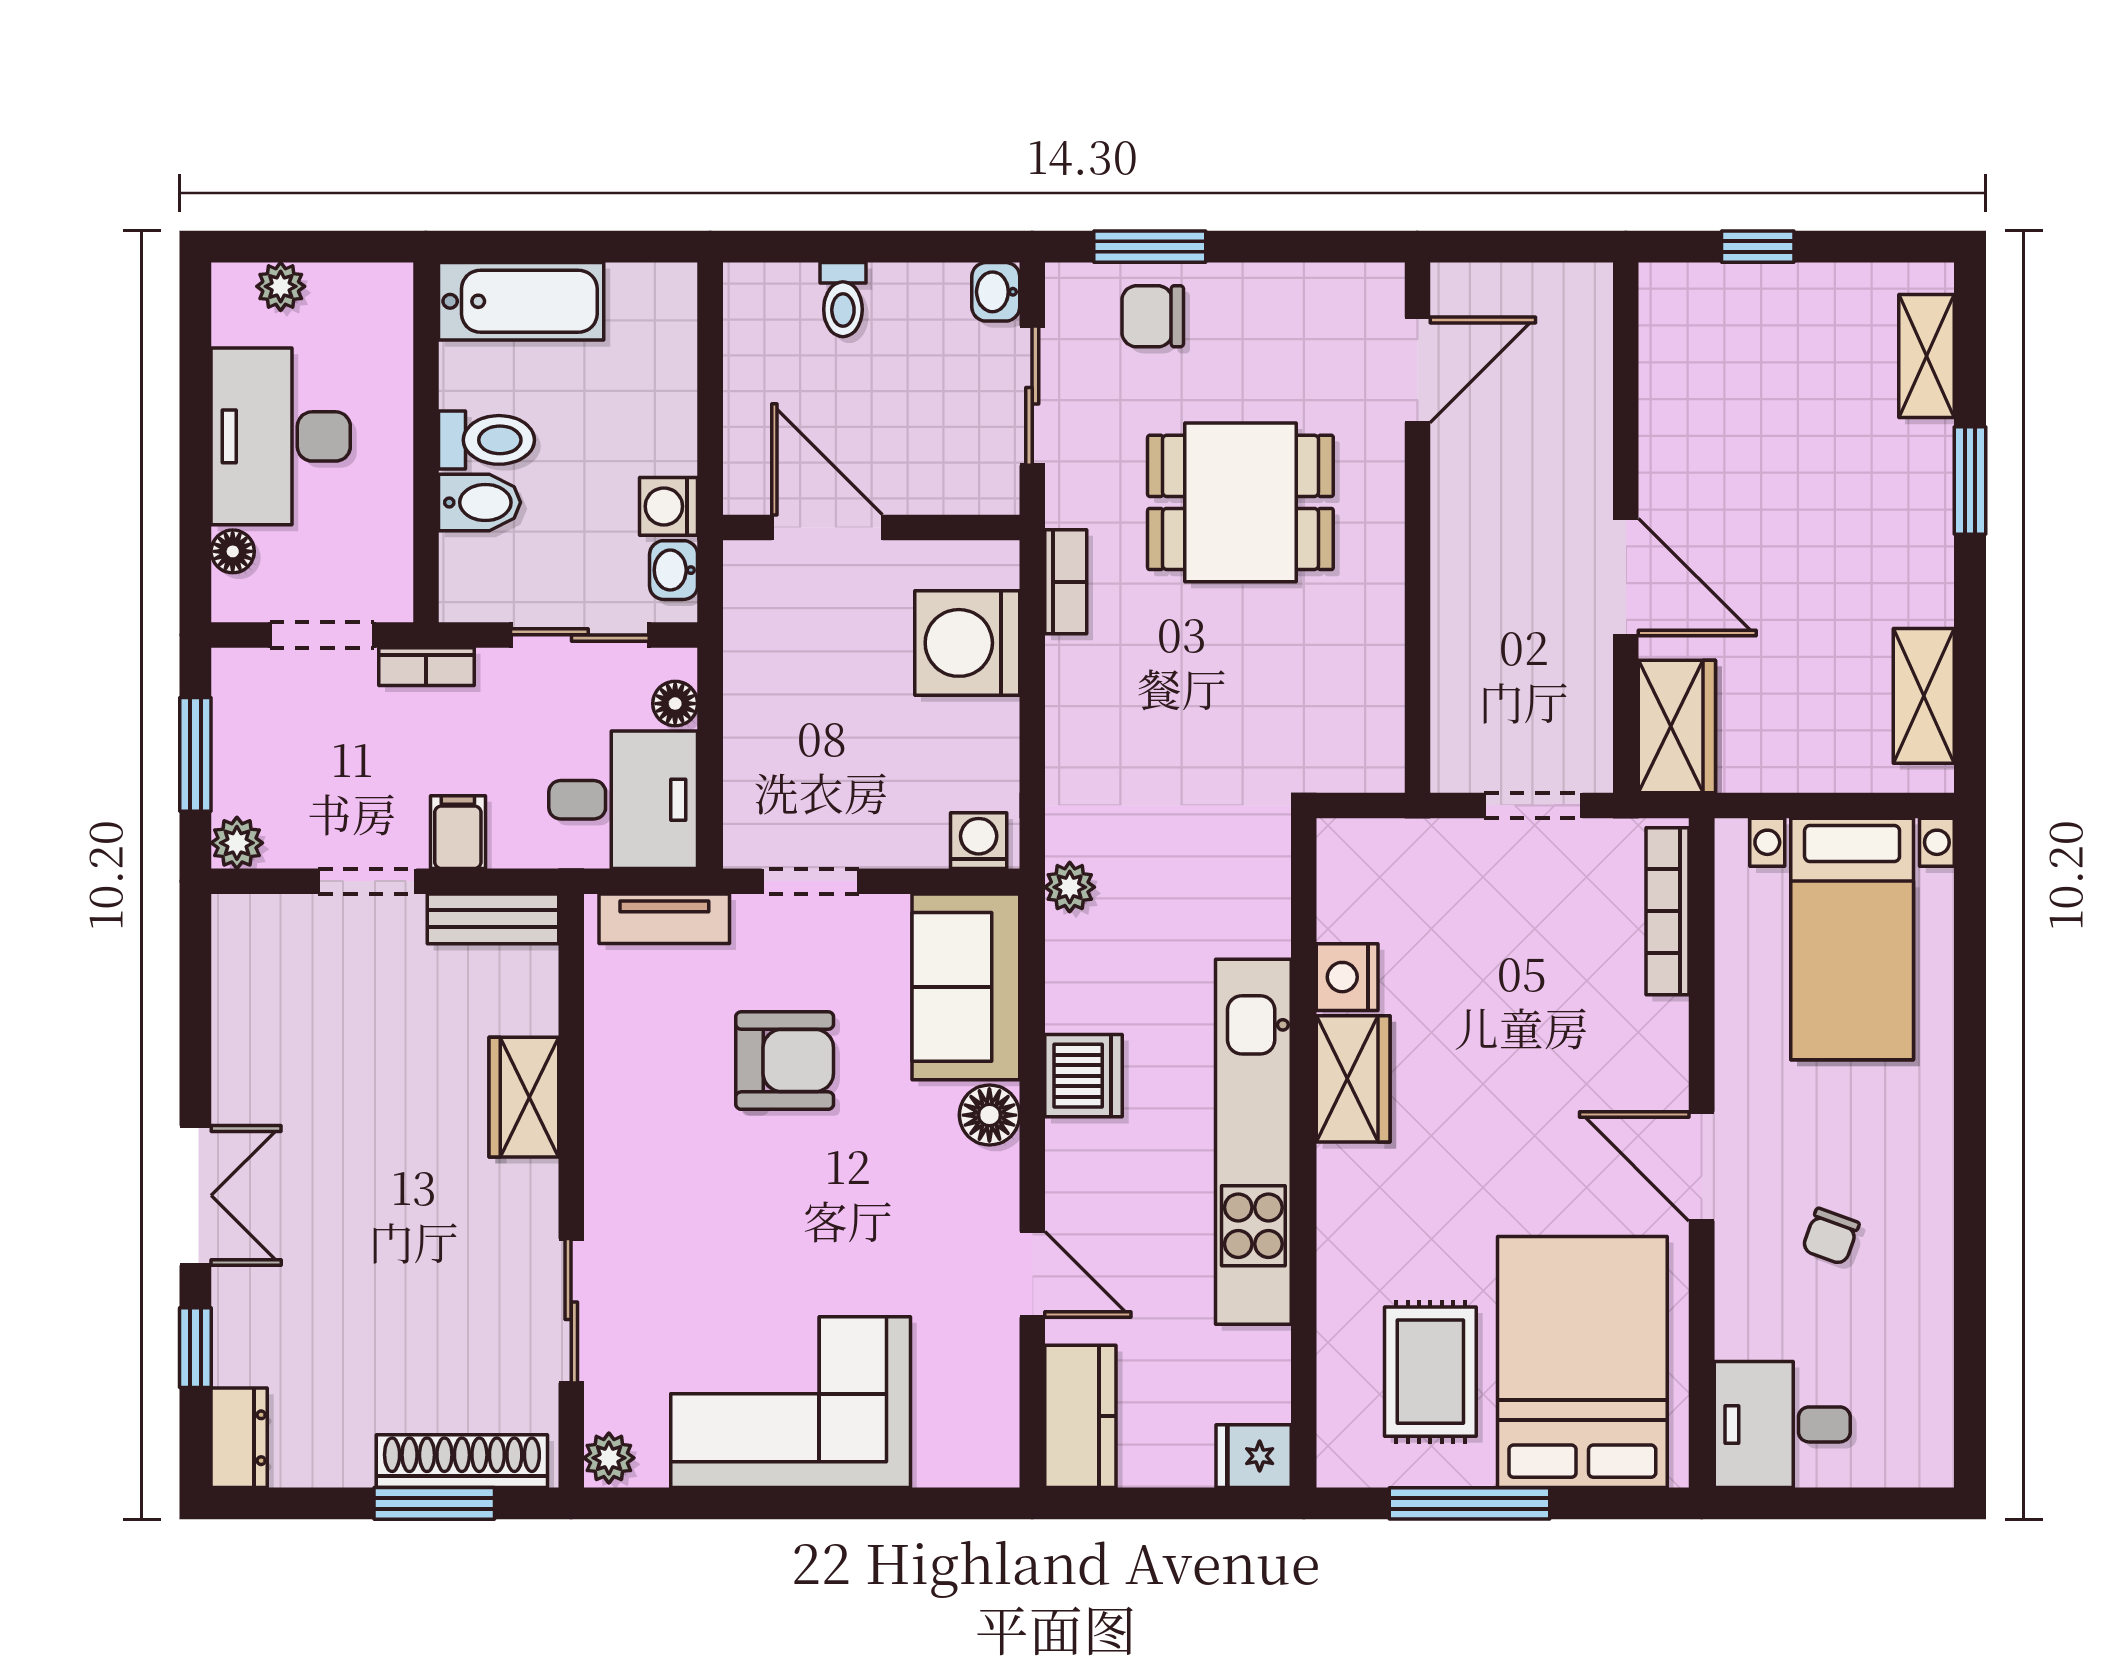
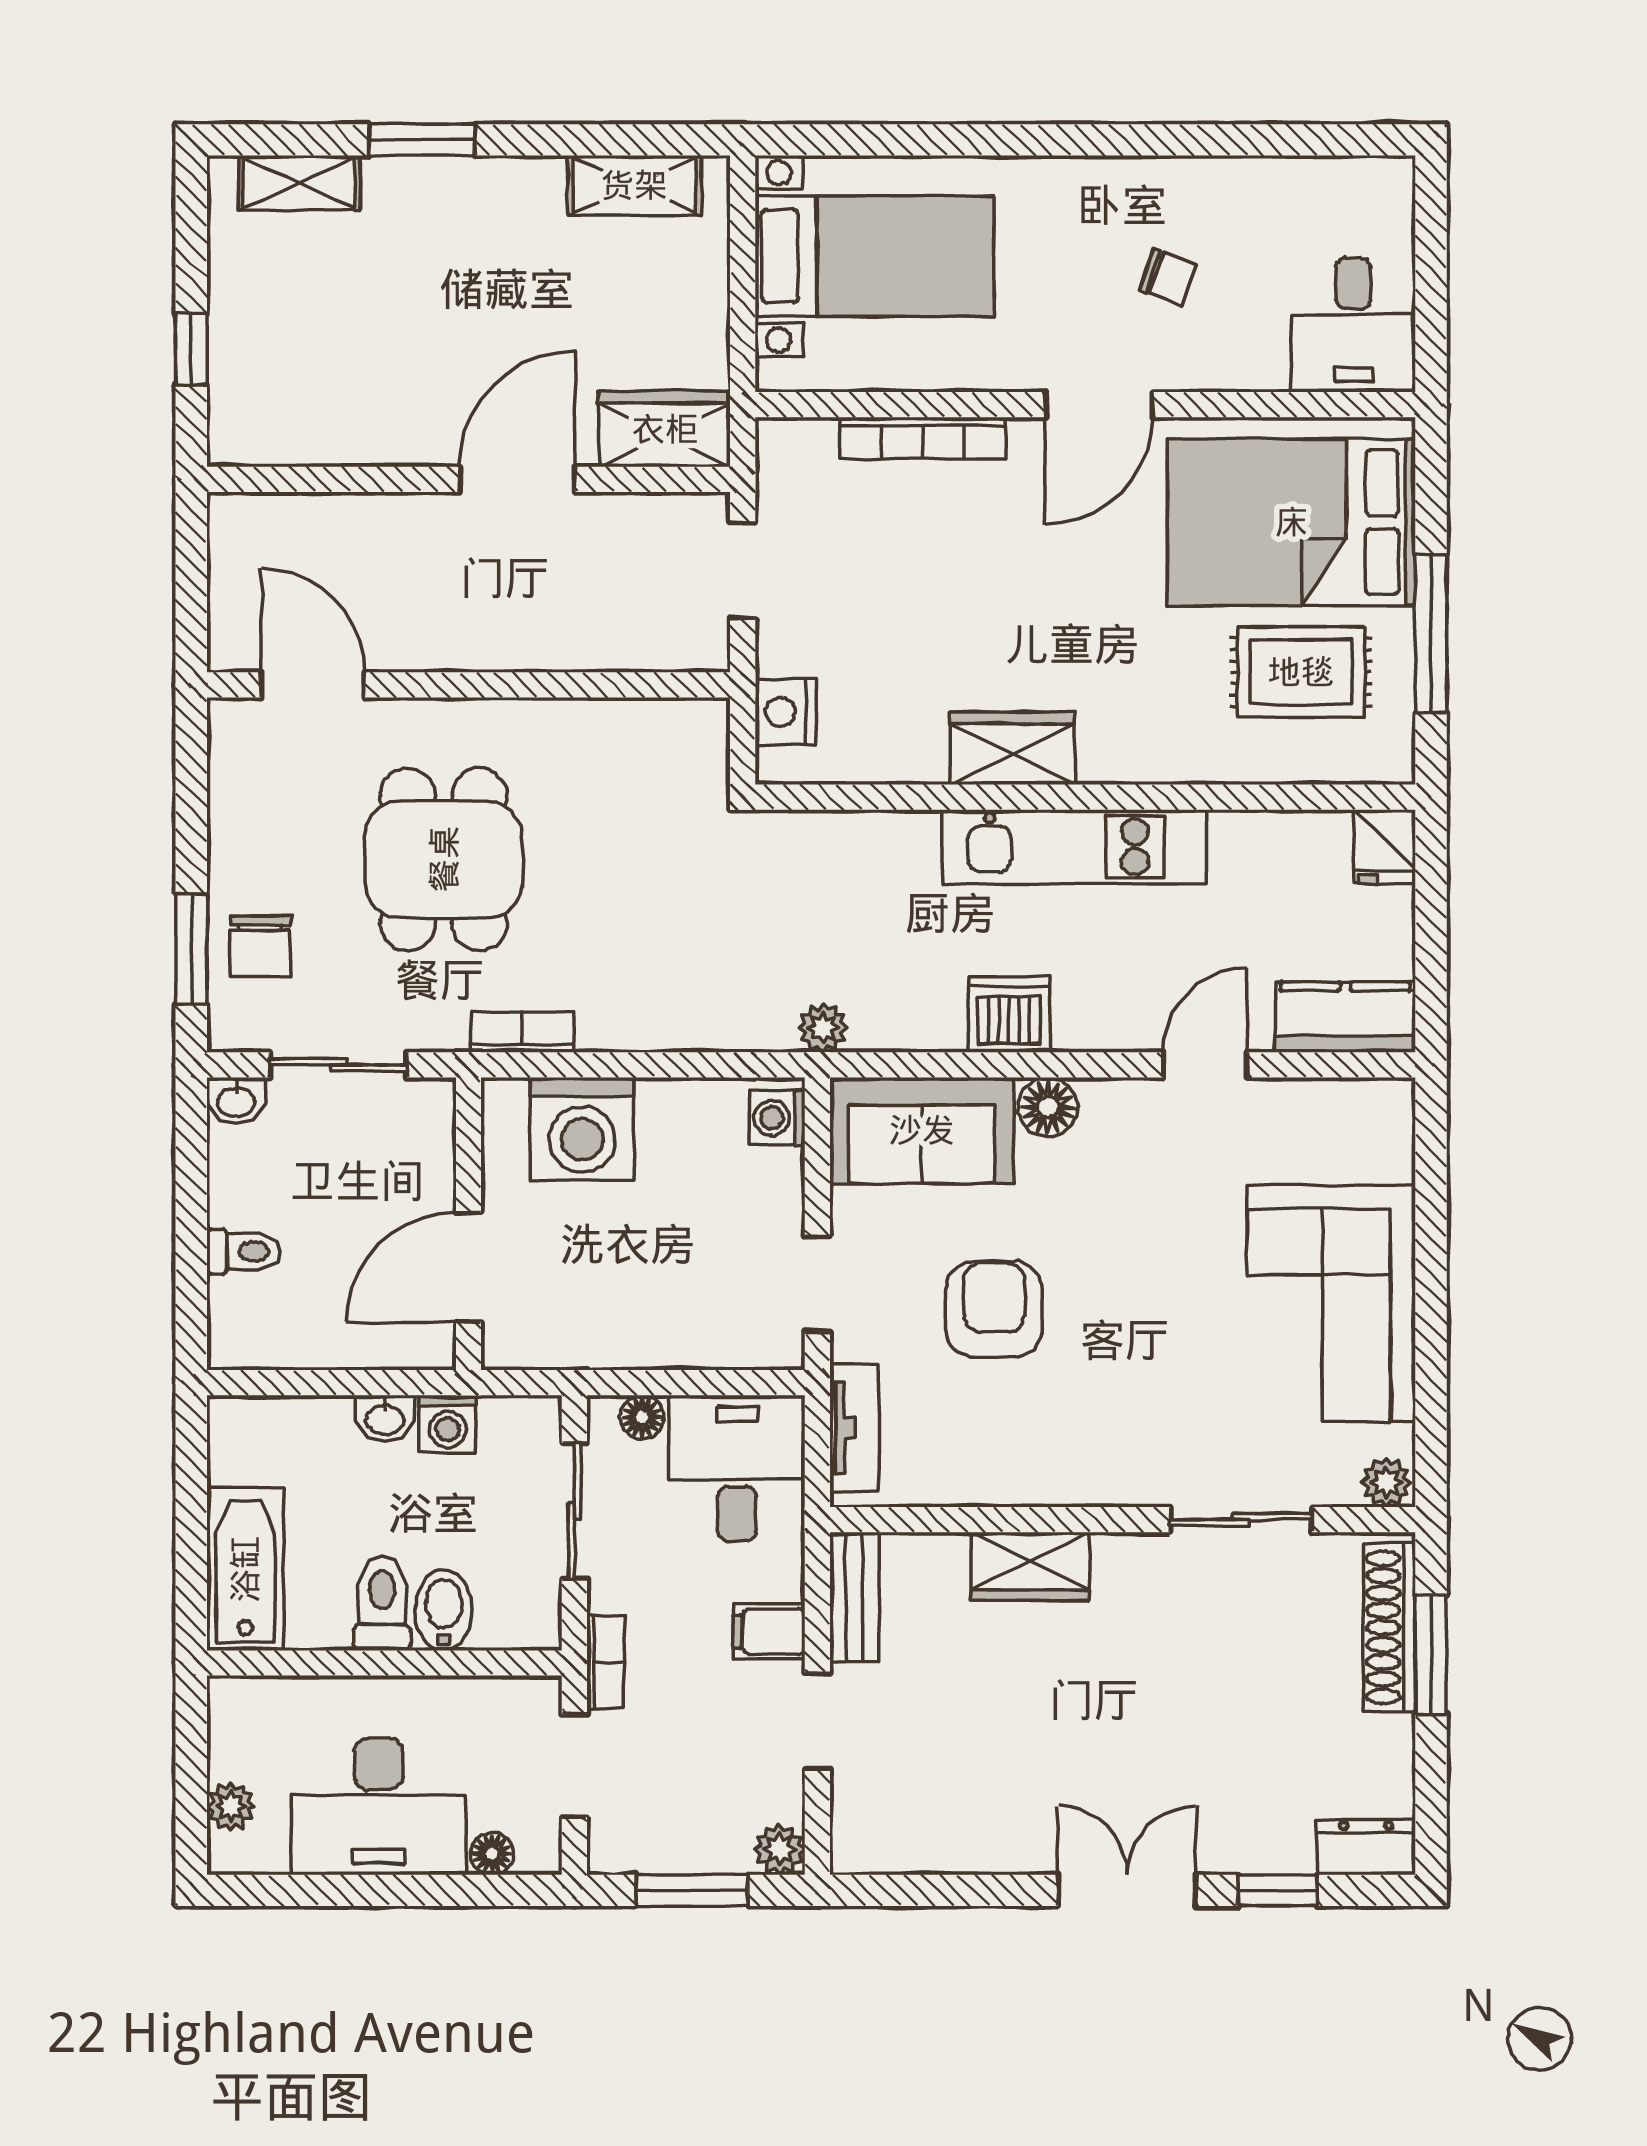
washbasin: (674, 570) -> (385, 1419), moved
bookcase: (1668, 911) -> (923, 438), moved
nightstand: (1347, 977) -> (785, 712), moved, turned 90
kitchen unit: (1253, 1142) -> (1074, 847), width x0.73

